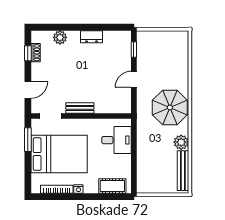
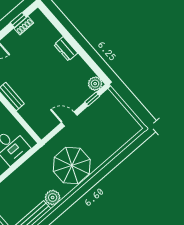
plant: (60, 37) -> (95, 84), moved
dresser: (92, 37) -> (66, 49), moved

